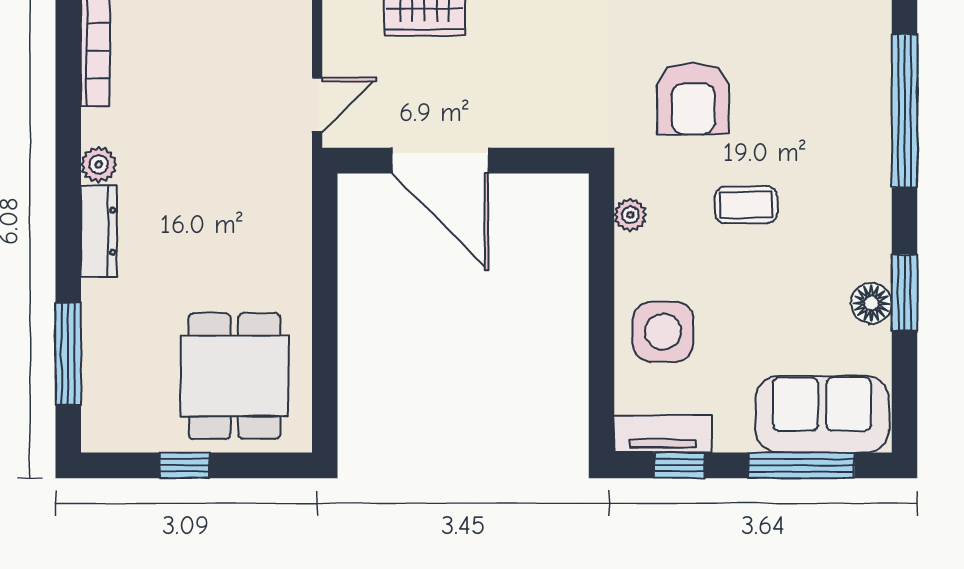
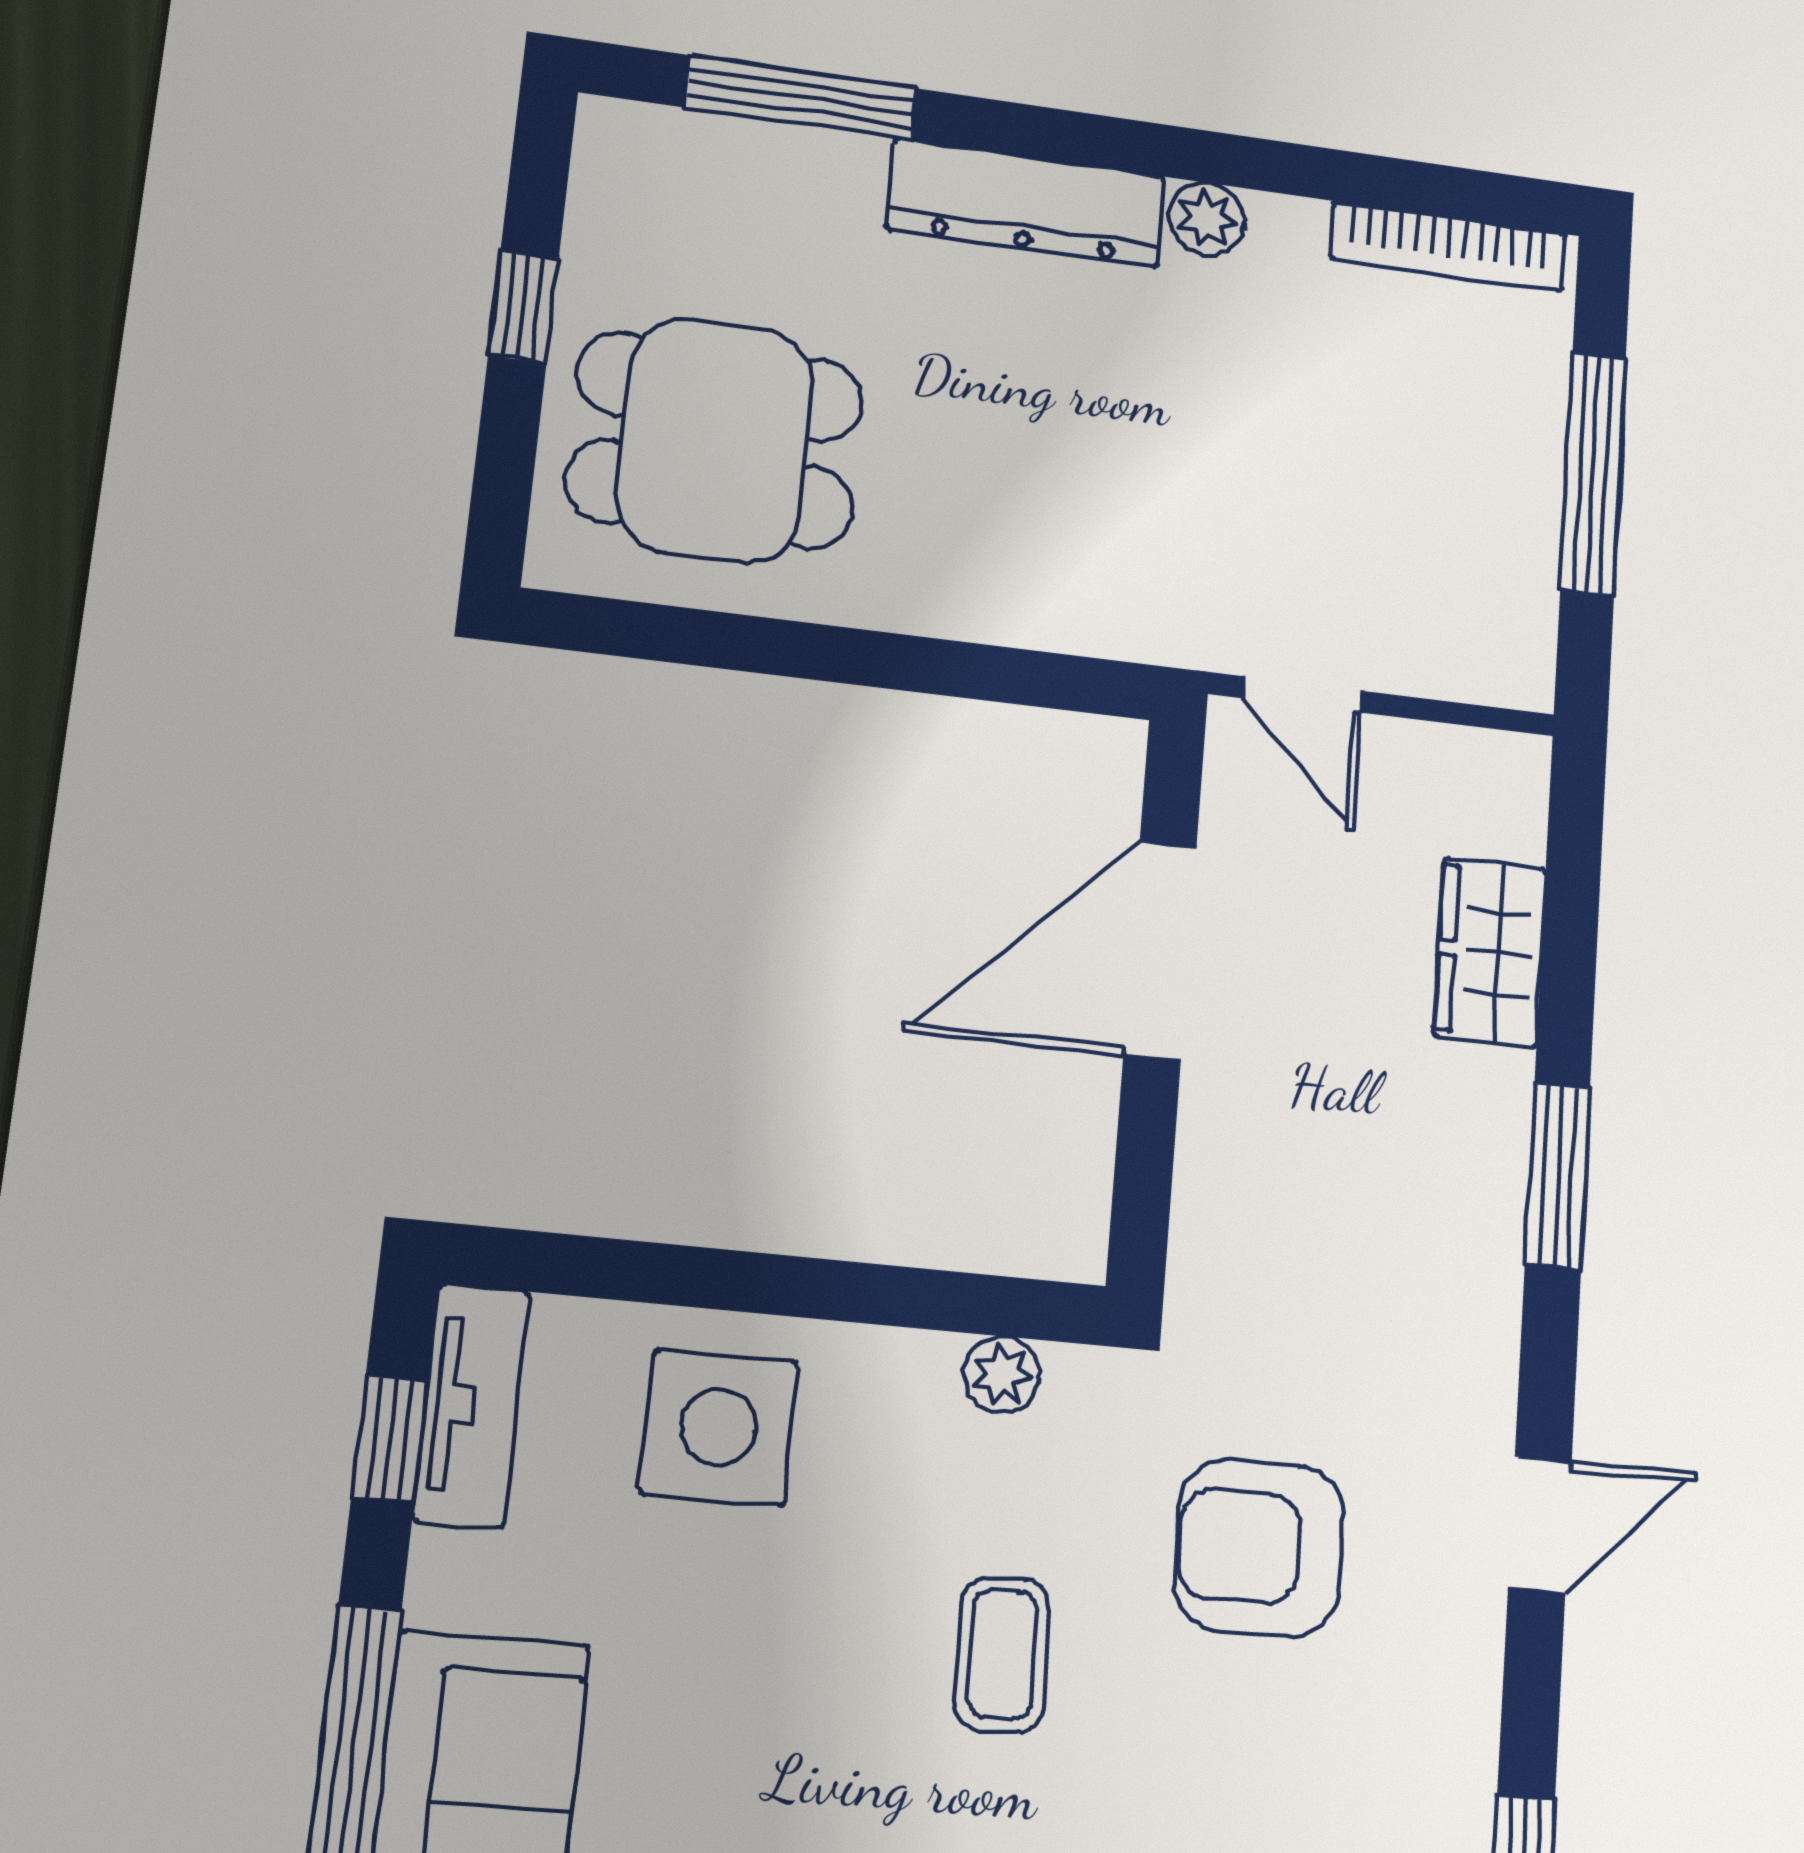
dresser: (99, 231) -> (1026, 203), width x1.37, depth x1.24

